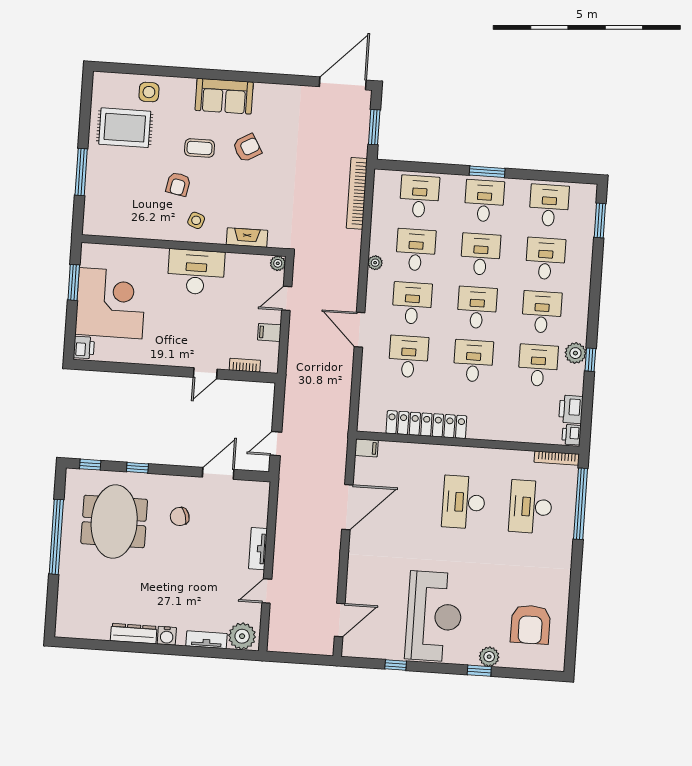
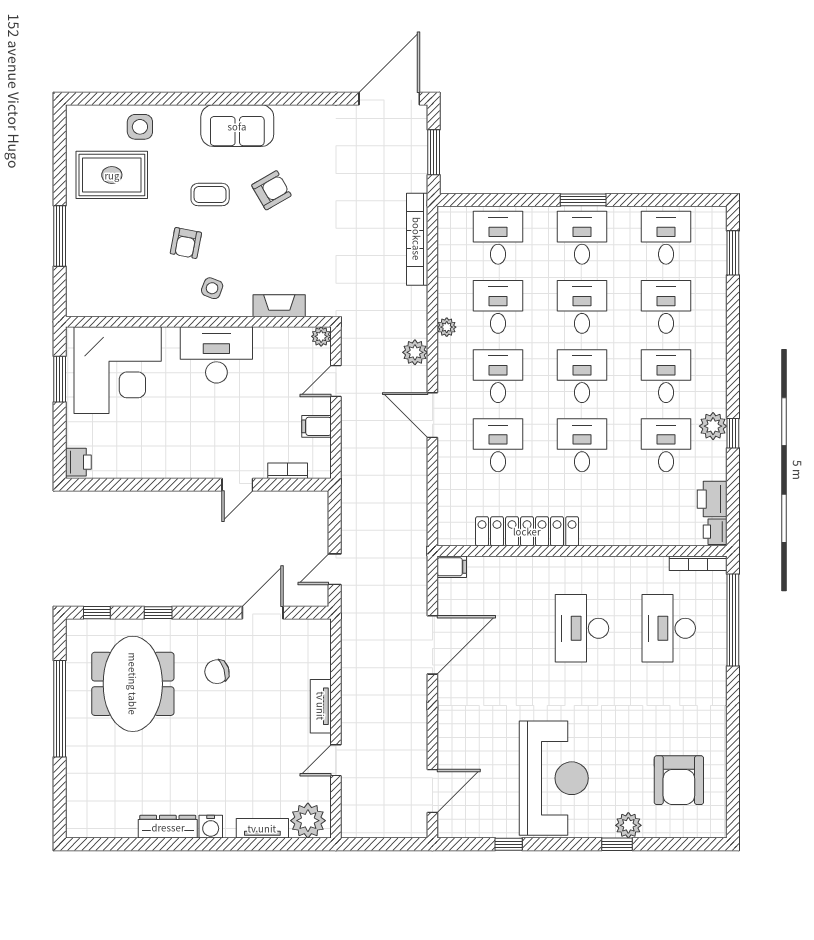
plant: (349, 281) -> (415, 352), added
corner desk: (111, 303) -> (118, 370), moved, turned 90

